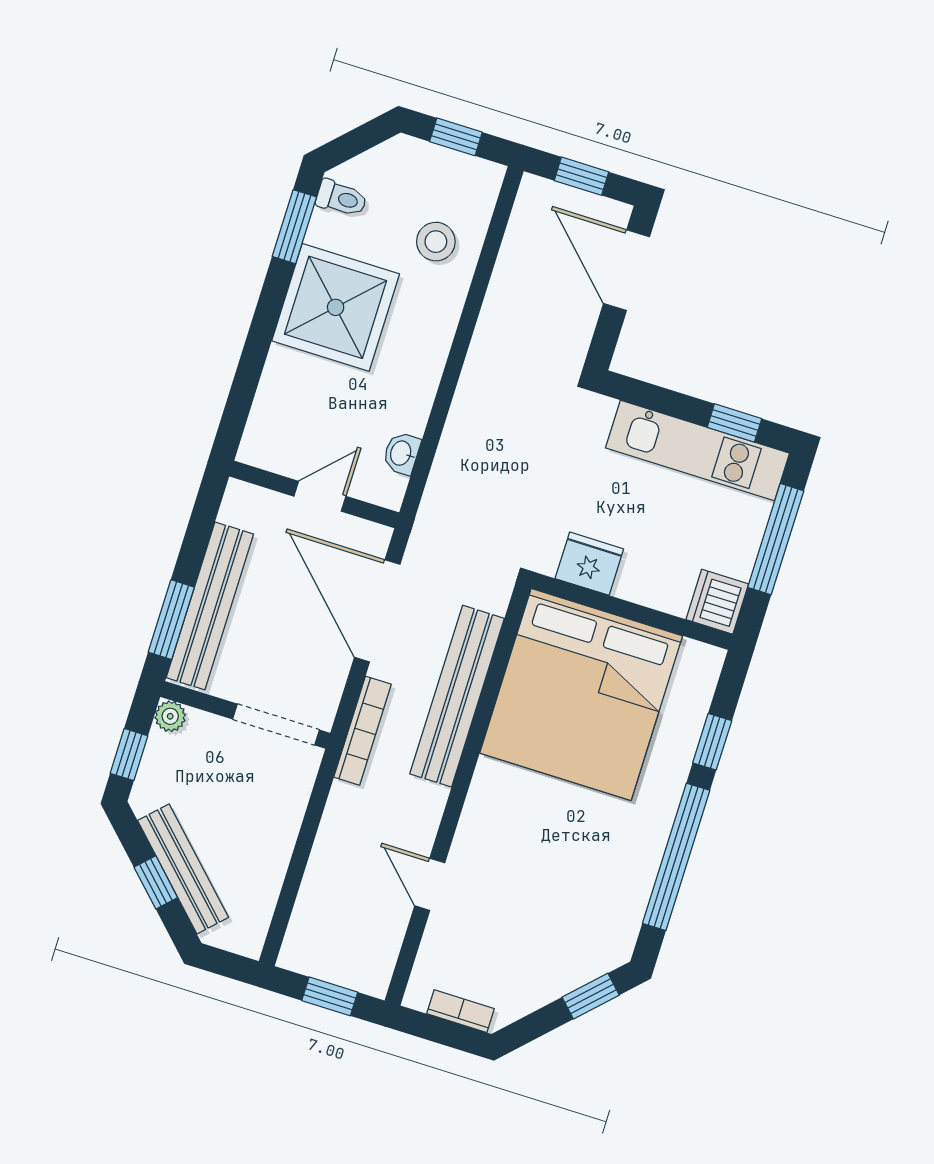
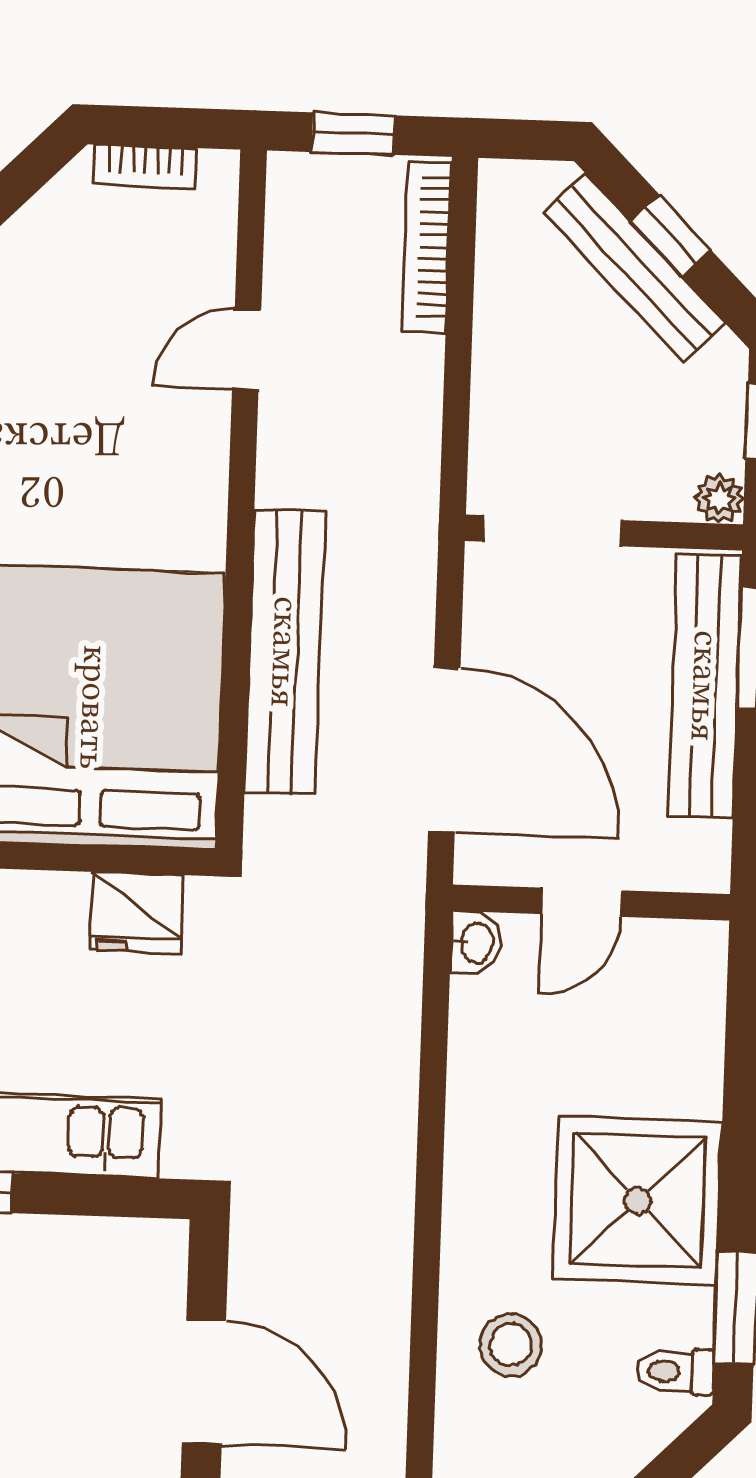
washbasin: (402, 453) -> (476, 943), moved
bookcase: (362, 731) -> (427, 247), moved
door: (430, 884) -> (247, 349), swing flipped

